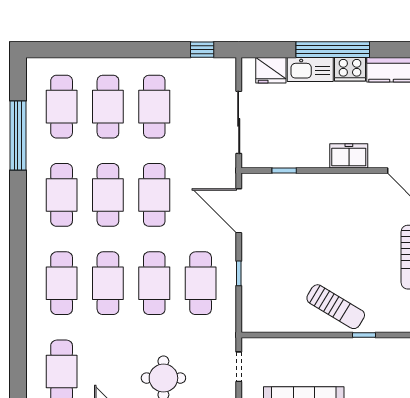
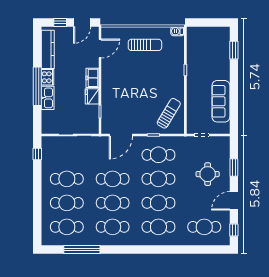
fridge: (271, 70) -> (92, 96), moved, turned 180
sun lounger: (336, 307) -> (169, 113), moved

